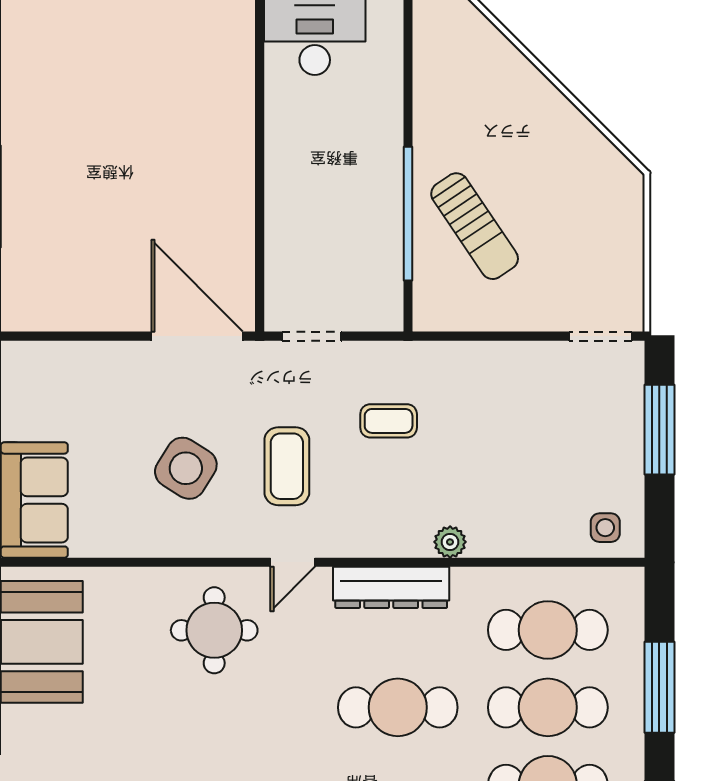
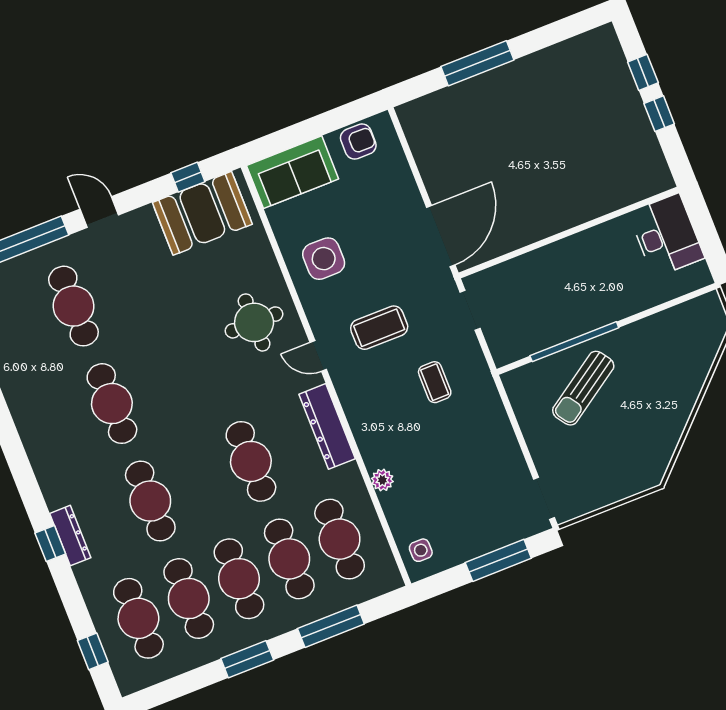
armchair: (28, 396) -> (358, 142), added
side table: (186, 468) -> (324, 259), moved, turned -32
plant: (450, 542) -> (382, 480), moved

